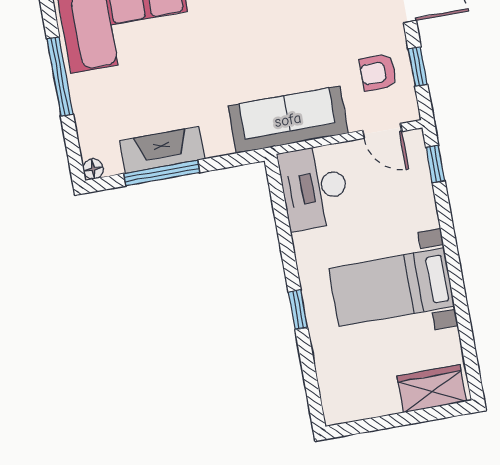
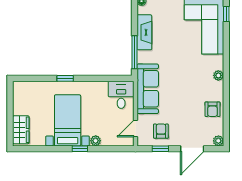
window: (435, 164) -> (80, 149), moved
window: (162, 173) -> (134, 52), moved
desk: (314, 188) -> (121, 95), width x0.73
plant: (426, 216) -> (96, 141), added

